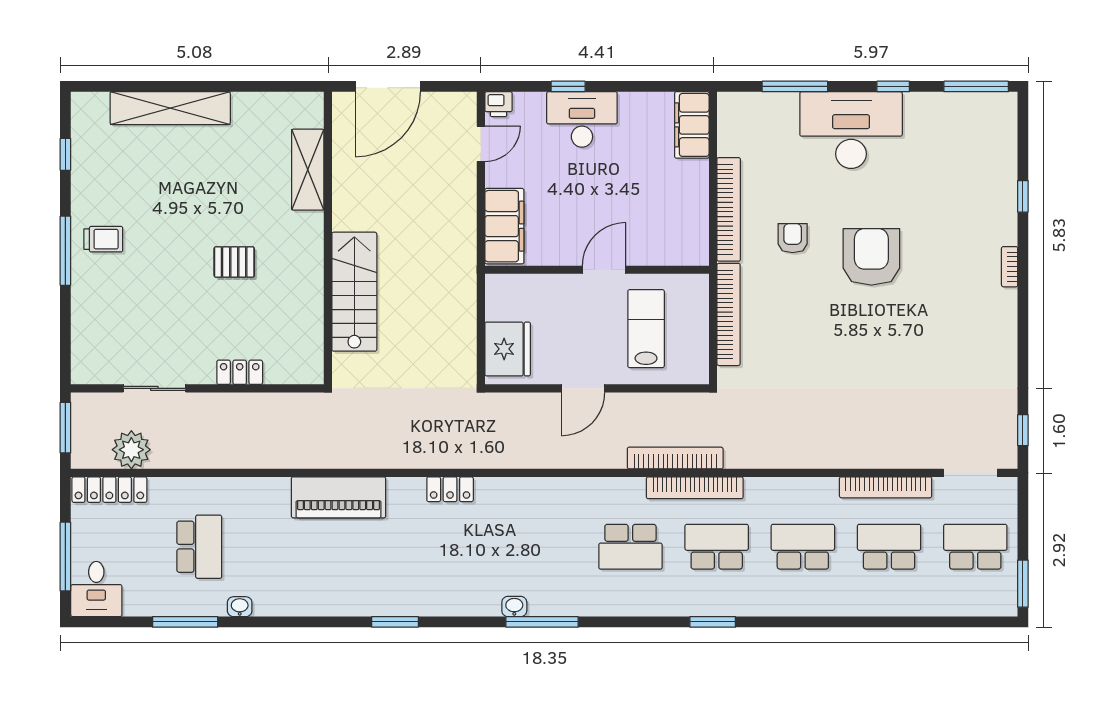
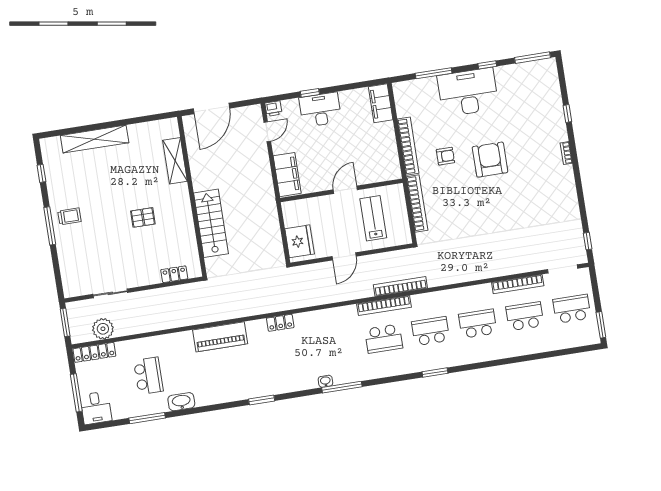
armchair: (793, 238) -> (445, 156), turned 90
locker: (240, 372) -> (174, 274), moved
bookcase: (695, 488) -> (384, 306), moved
washbasin: (240, 607) -> (181, 402), width x1.91, depth x1.45

